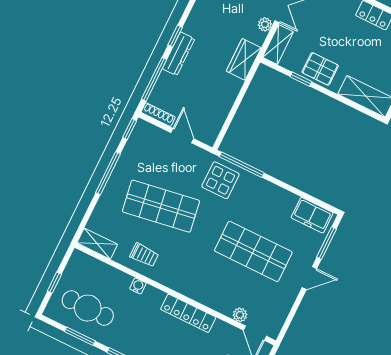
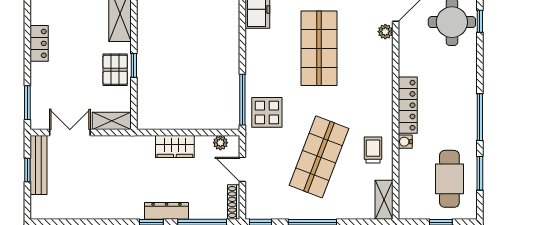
plant: (265, 24) -> (220, 143), moved
wardrobe: (244, 59) -> (175, 147), moved
window: (301, 79) -> (134, 65), moved
door: (182, 136) -> (242, 169), hinge flipped
shop shelf: (161, 206) -> (319, 157), turned 30
locker: (188, 313) -> (408, 105), moved

